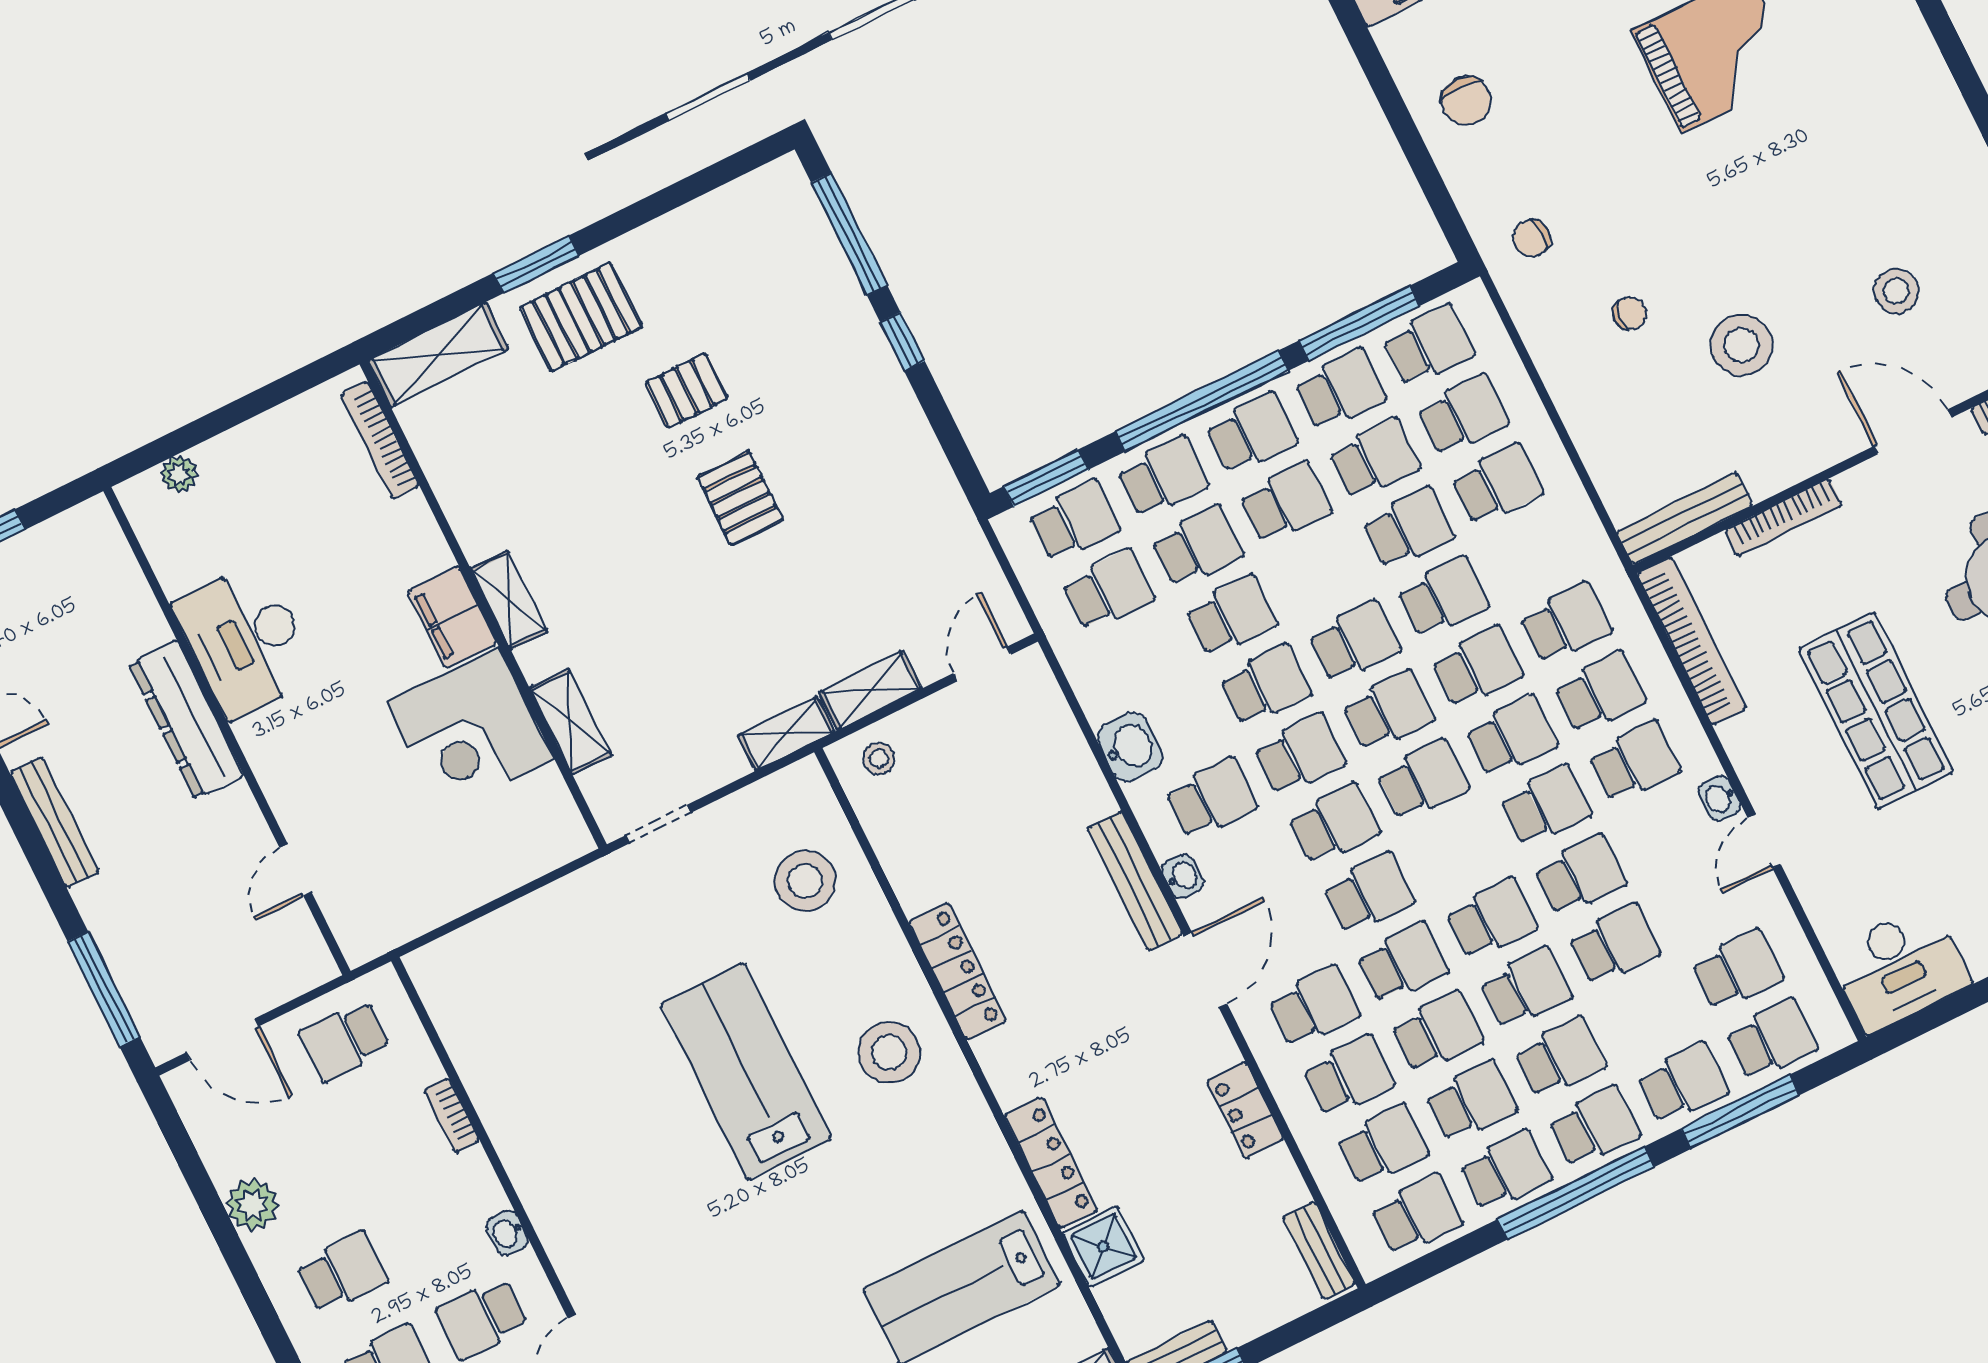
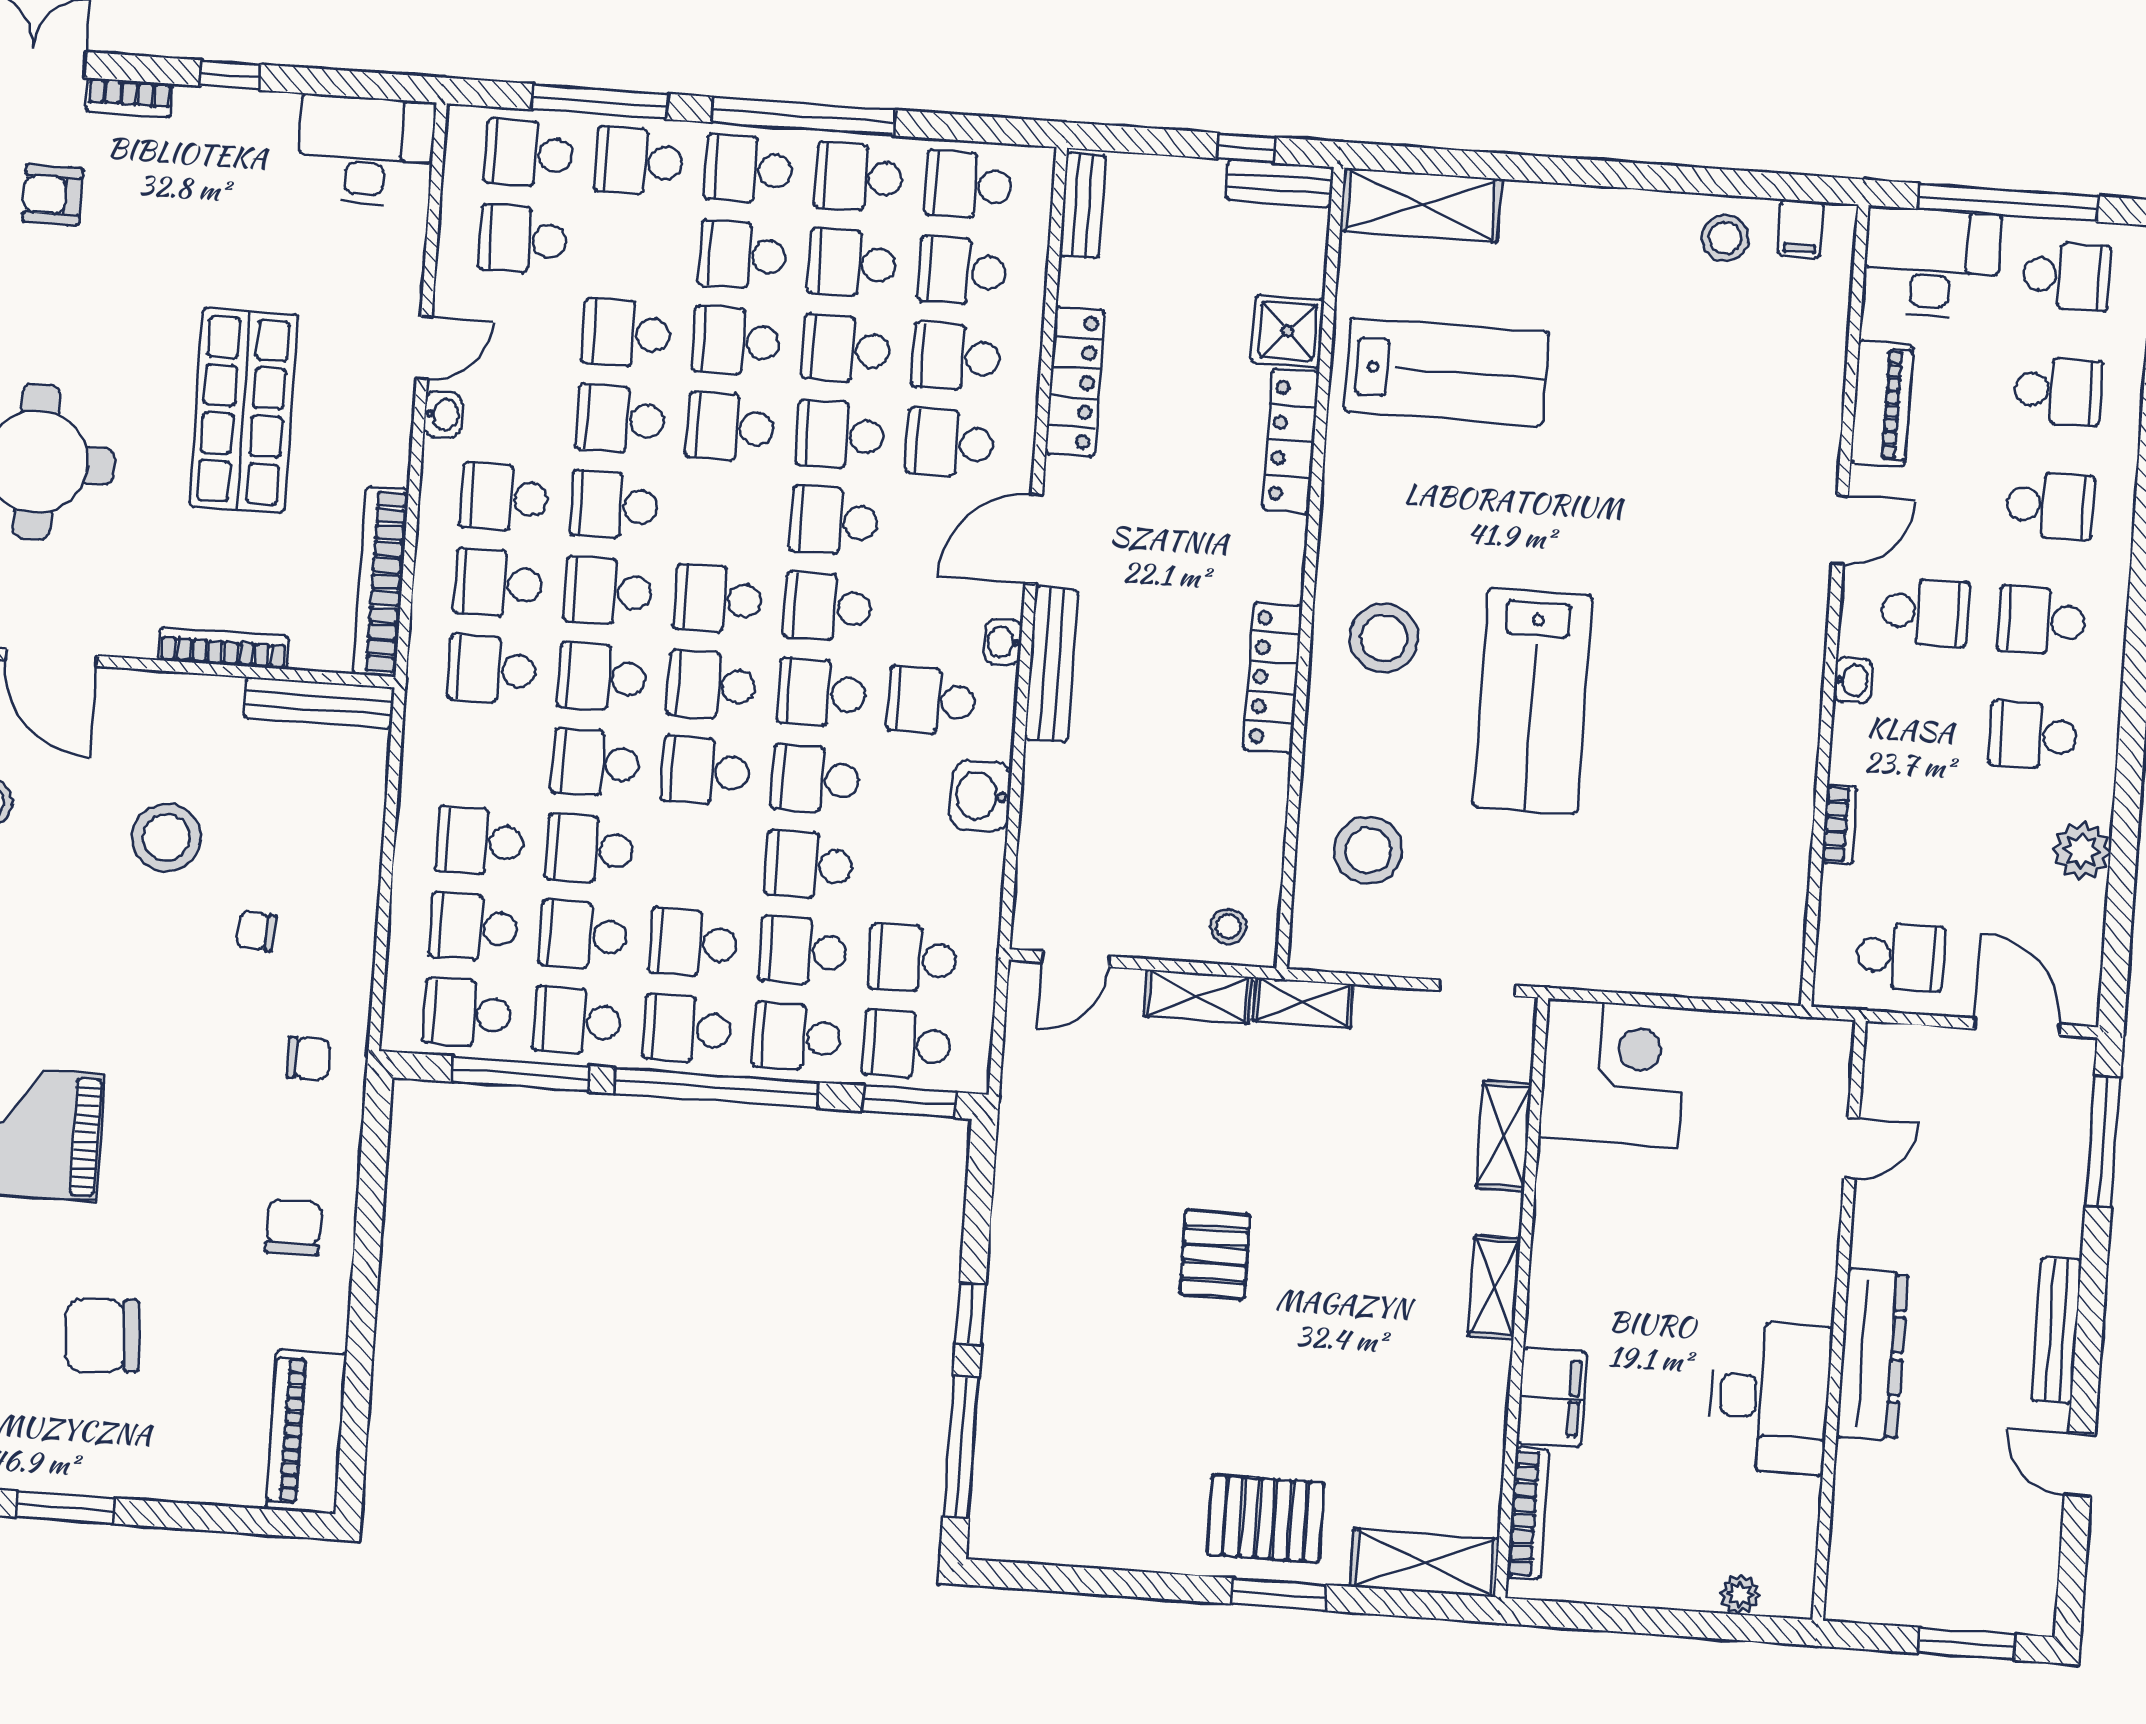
pallet: (687, 390) -> (1205, 1388), removed
filing cabinet: (452, 617) -> (1552, 1397), moved
corner desk: (470, 731) -> (1613, 1073), moved
locker: (1245, 1110) -> (1075, 382), width x1.53

